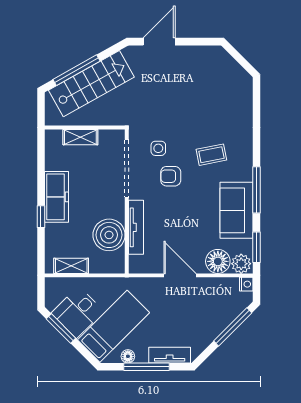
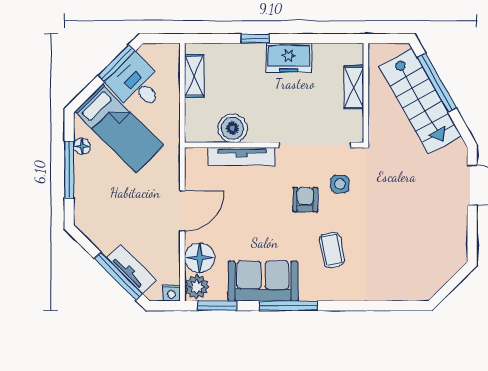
freezer: (56, 197) -> (289, 58), width x0.71
boiler: (109, 235) -> (232, 128), width x0.73, depth x0.73
tv unit: (170, 355) -> (131, 269), moved, turned -45

